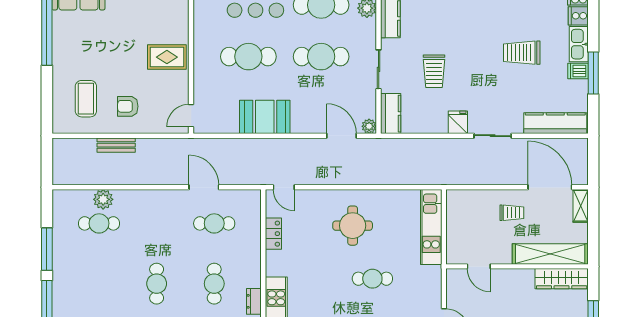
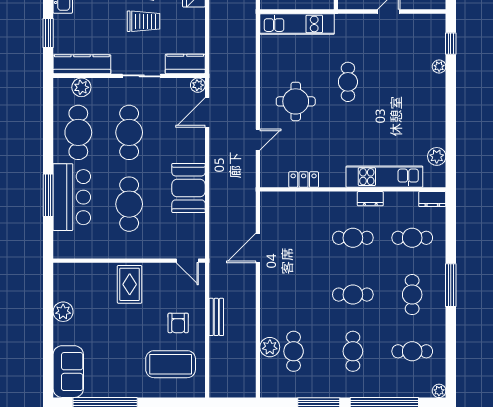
coffee table: (86, 99) -> (171, 364), width x1.36, depth x1.32
bench: (116, 145) -> (216, 317), moved
door: (284, 187) -> (258, 140), moved
cafe table: (214, 223) -> (353, 351), moved

